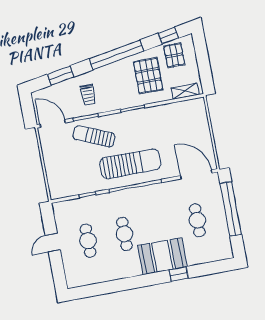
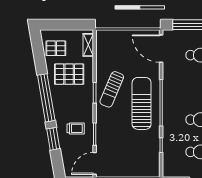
window: (168, 36) -> (38, 50), removed
window: (61, 76) -> (53, 139), moved
sun lounger: (94, 136) -> (112, 89), moved
door: (196, 174) -> (161, 49), hinge flipped

